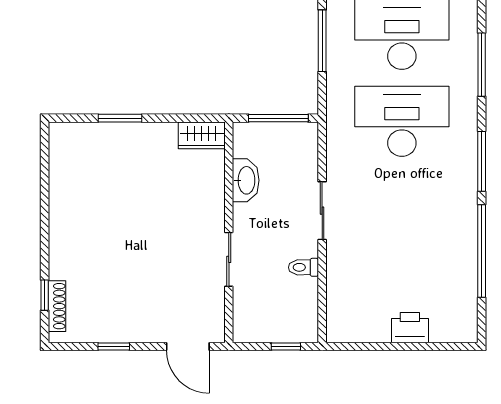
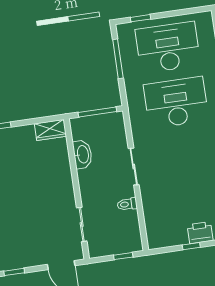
sliding door: (229, 259) -> (82, 224), moved
window: (393, 346) -> (191, 246), added

